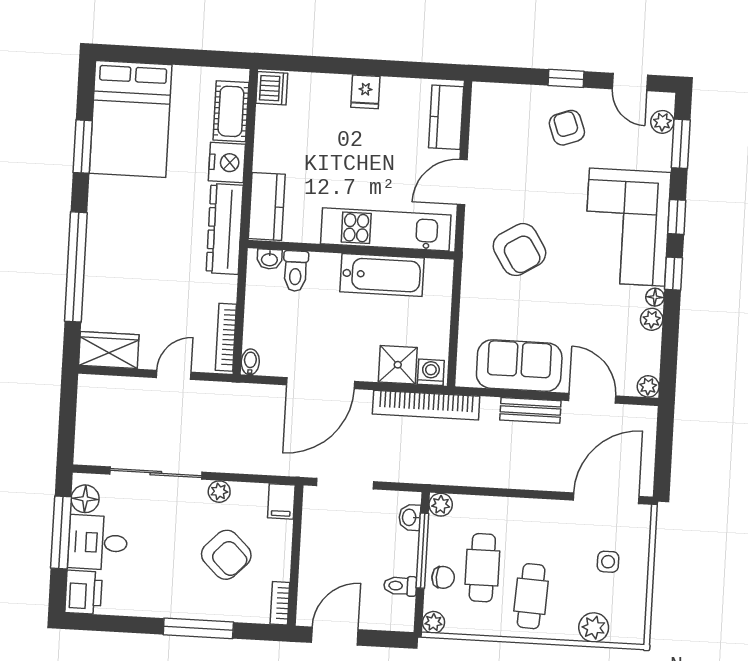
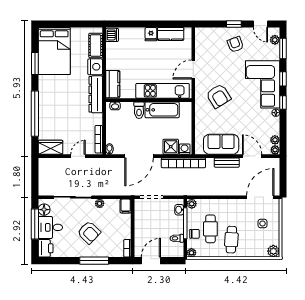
kitchen counter: (446, 117) -> (171, 34), moved, turned -90
toilet: (296, 271) -> (139, 110), moved
plant: (652, 319) -> (275, 140), moved
armchair: (226, 555) -> (89, 232), moved
plant: (594, 627) -> (273, 251), moved

